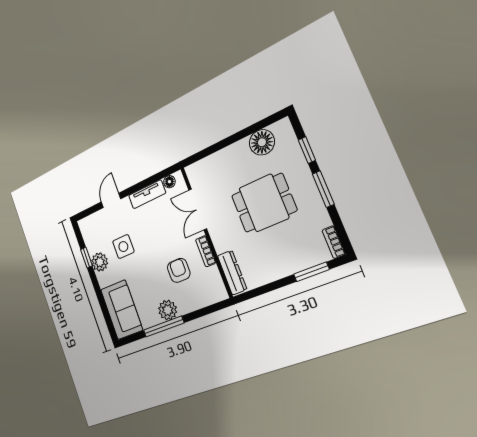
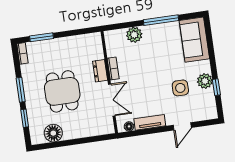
dining table: (264, 203) -> (62, 91), turned 90
armchair: (179, 270) -> (138, 59), removed
dresser: (232, 273) -> (100, 71), moved, width x0.70
plant: (168, 310) -> (134, 35), moved

